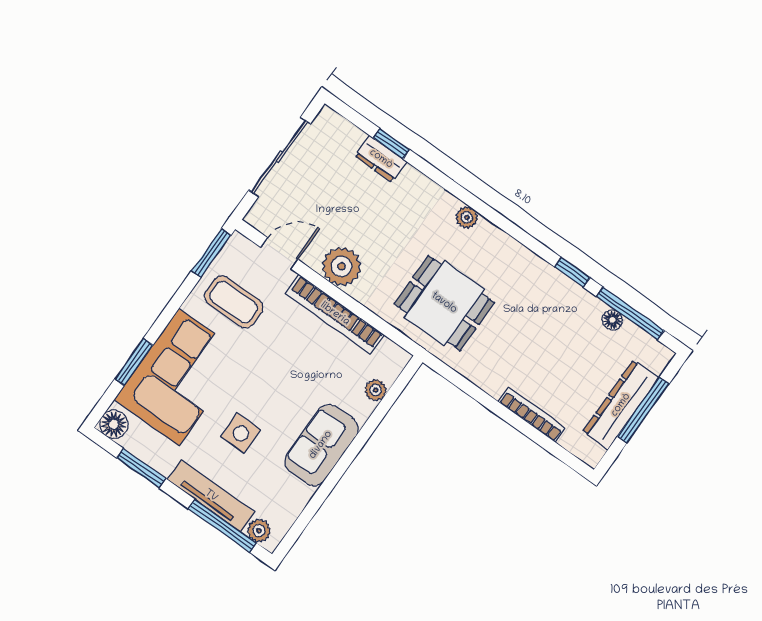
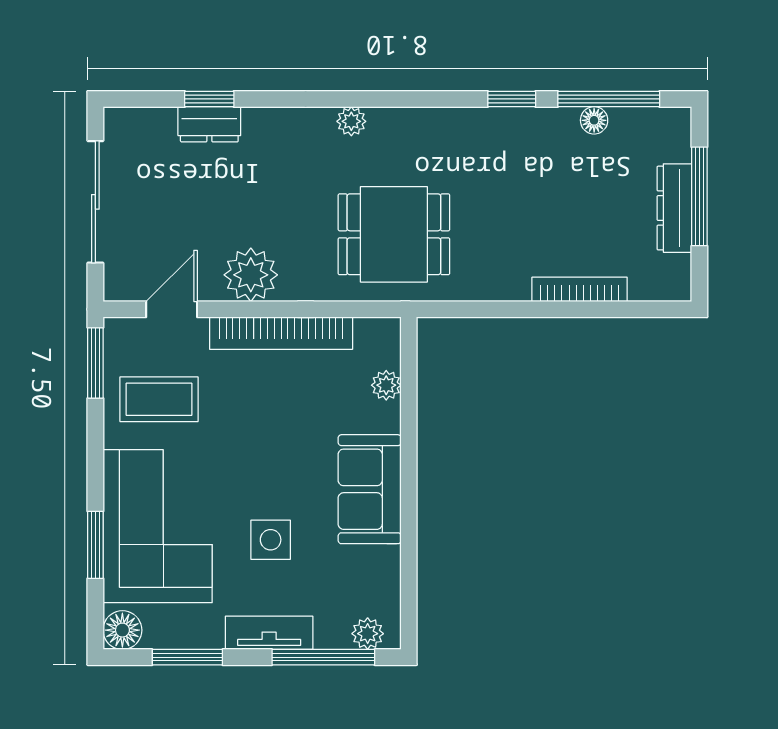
dresser: (621, 405) -> (674, 208), width x0.73, depth x0.80
tv unit: (211, 496) -> (269, 633), width x0.71

